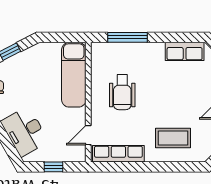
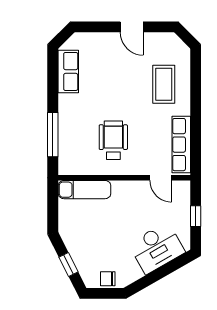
exam couch: (74, 75) -> (85, 190), width x0.73, depth x0.69
wheelchair: (122, 92) -> (113, 140), turned -90

